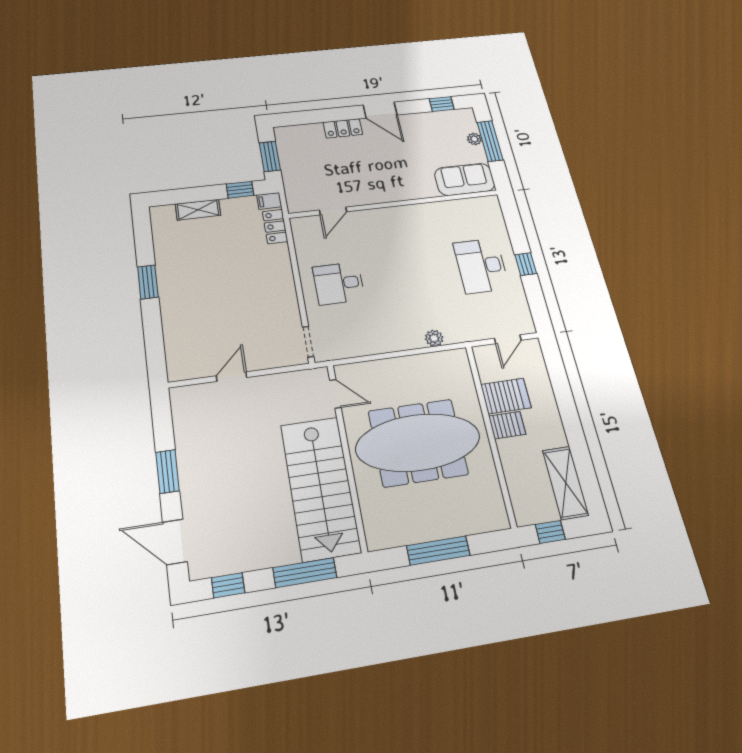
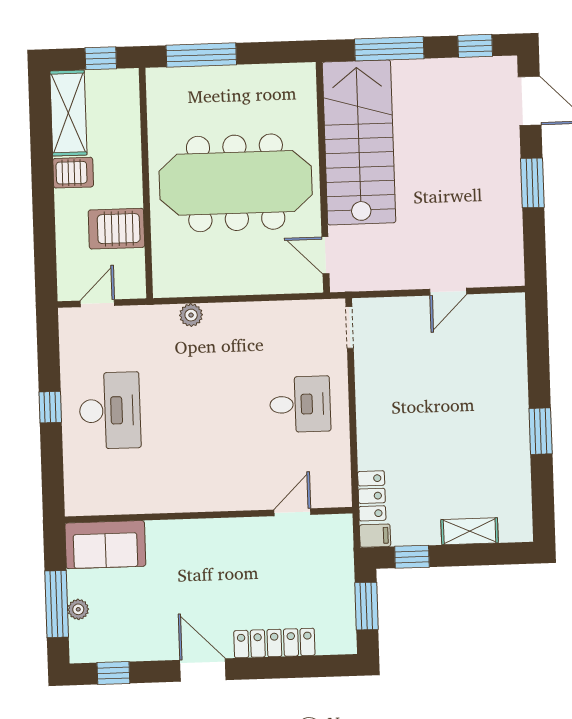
locker: (343, 128) -> (274, 643), width x1.53
server rack: (507, 425) -> (73, 173), moved, turned 180
window: (438, 550) -> (201, 55), moved

